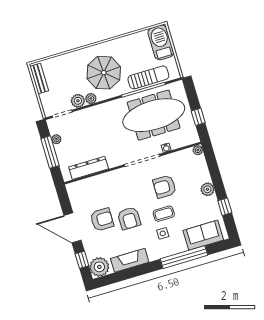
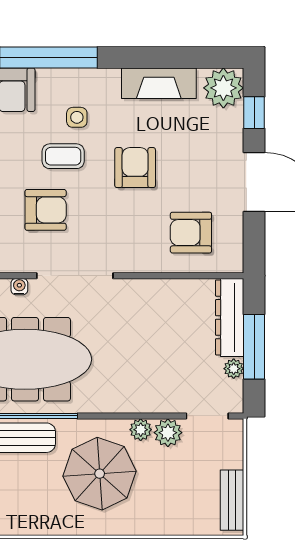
dresser: (89, 168) -> (230, 317), moved, turned 90
armchair: (102, 220) -> (191, 233), moved

